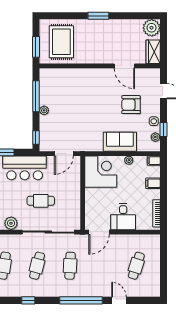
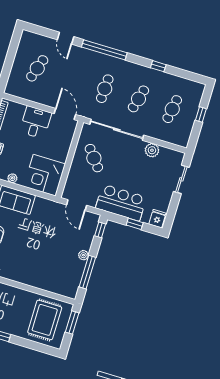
door: (64, 154) -> (77, 205), swing flipped
cafe table: (41, 201) -> (94, 158), moved, turned 51
door: (99, 232) -> (65, 114), hinge flipped

